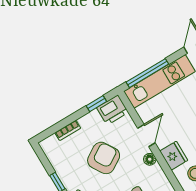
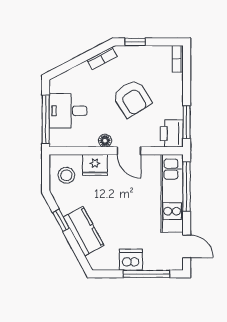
window: (96, 104) -> (187, 122), width x1.50
bookcase: (68, 130) -> (178, 59), moved

